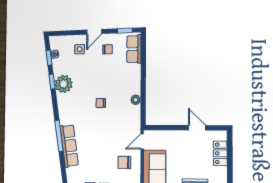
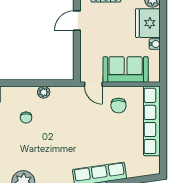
chair: (101, 103) -> (26, 118), moved

